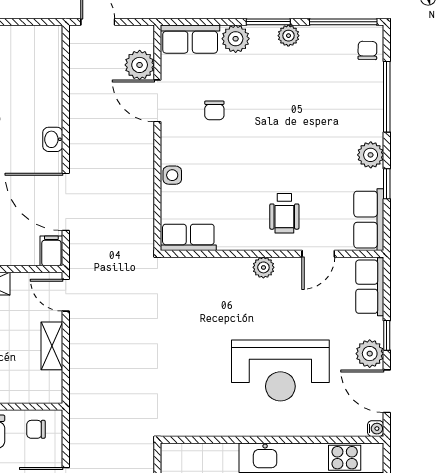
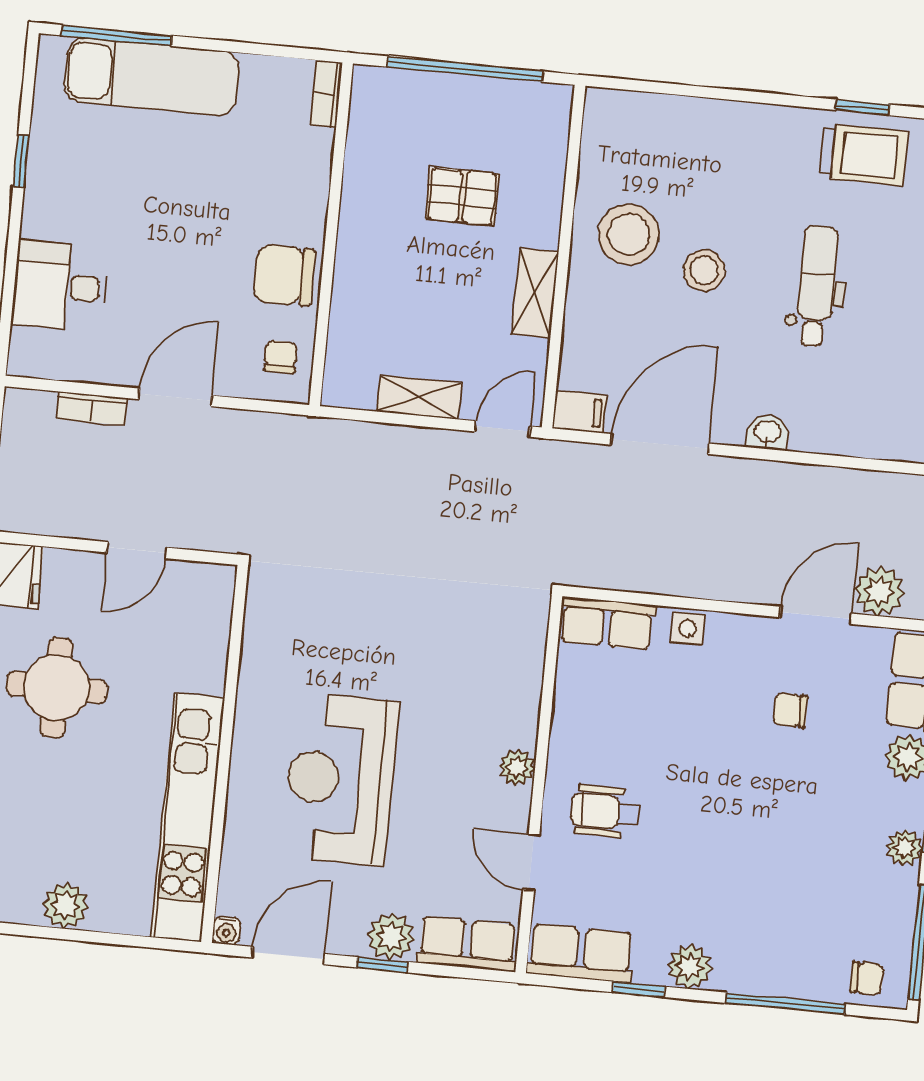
row of seats: (188, 237) -> (607, 623), moved, turned 90
plant: (370, 354) -> (391, 937), moved

